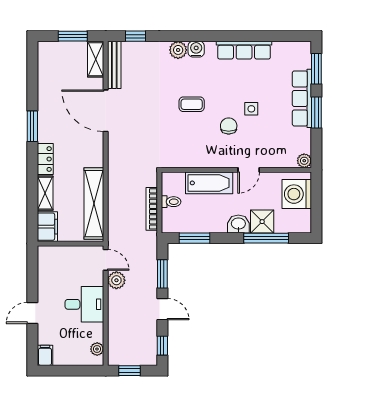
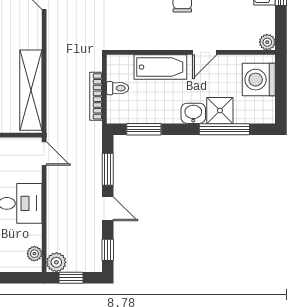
plant: (116, 280) -> (56, 262), moved

